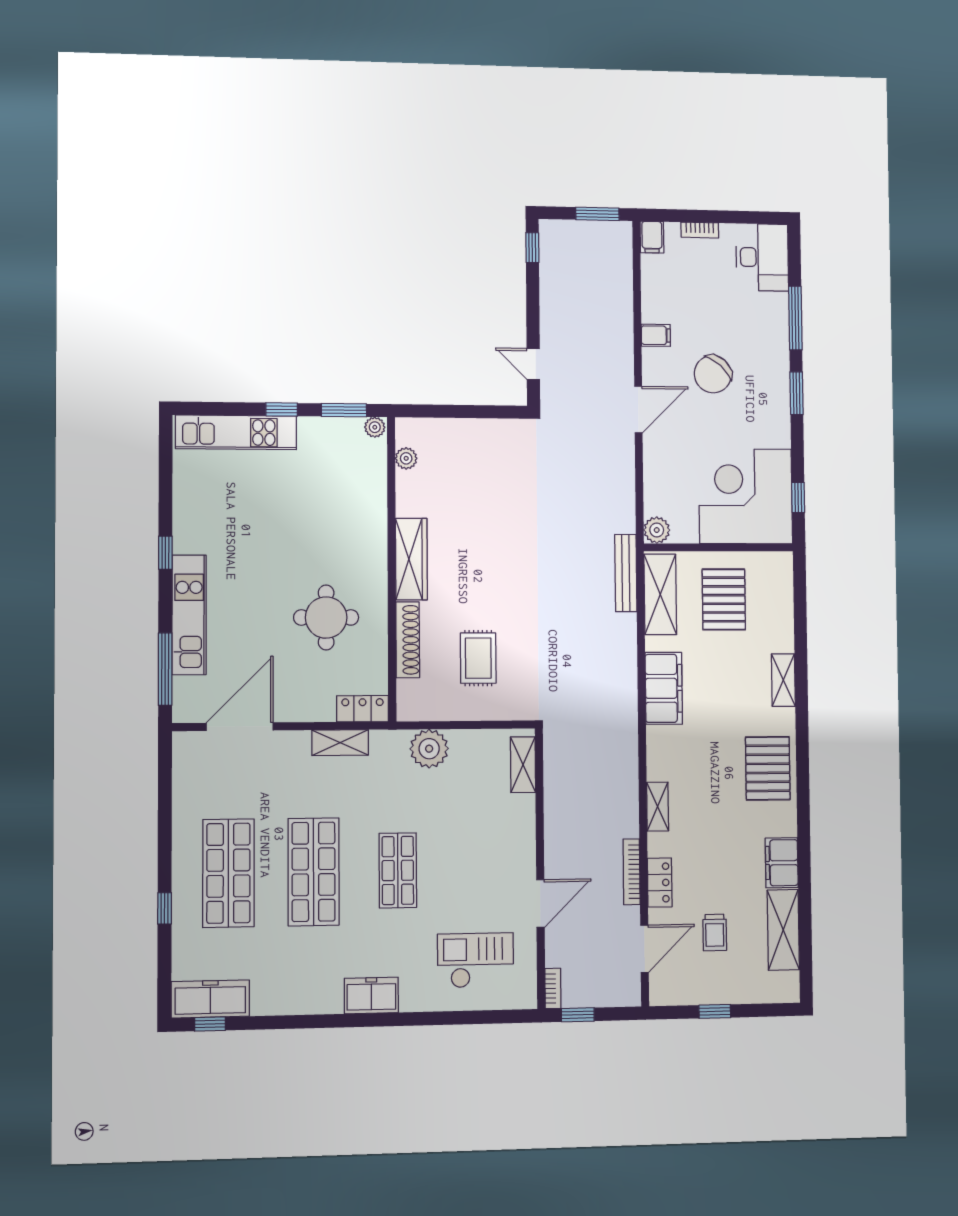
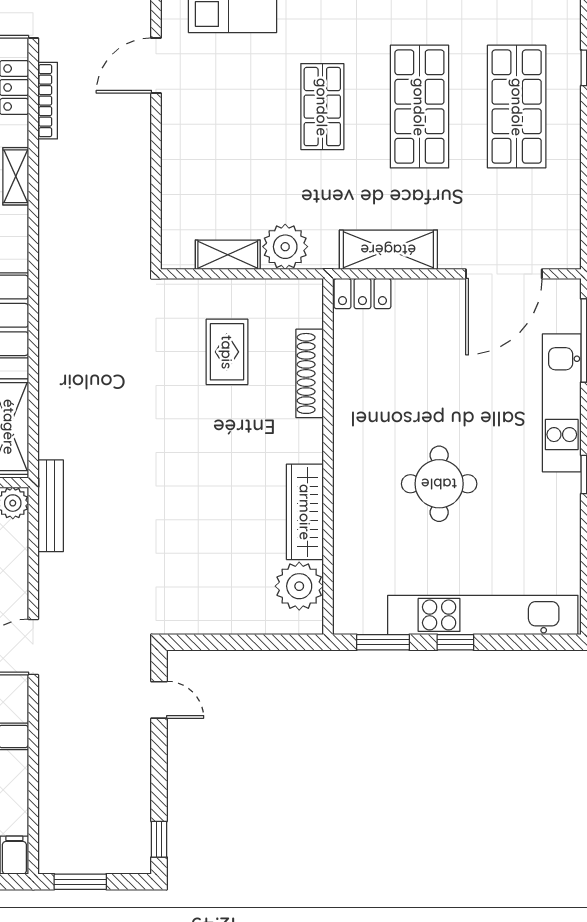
plant: (375, 427) -> (347, 623), removed
kitchen unit: (236, 432) -> (483, 615), width x1.36
plant: (406, 458) -> (299, 586), width x1.87, depth x1.87
wardrobe: (411, 559) -> (305, 512), moved
bench: (626, 573) -> (51, 506), moved
round table: (326, 617) -> (439, 484), moved
shelving: (340, 743) -> (388, 250), width x1.50, depth x1.33
shelving: (523, 765) -> (228, 255), moved, turned 90

